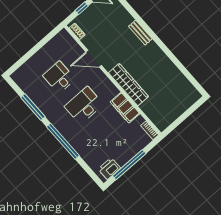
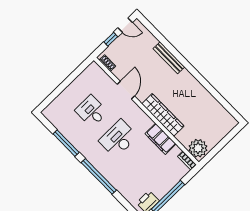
bench: (140, 33) -> (169, 58), width x1.36
door: (94, 59) -> (126, 90), swing flipped
plant: (161, 119) -> (198, 148), added

